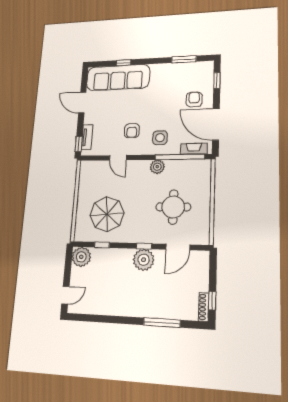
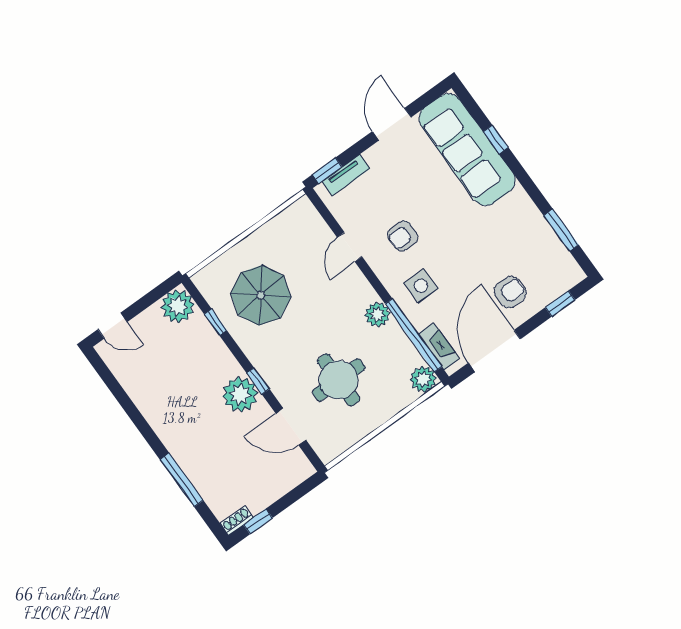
plant: (204, 167) -> (423, 379), added
shoe rack: (204, 307) -> (237, 521), width x0.70

